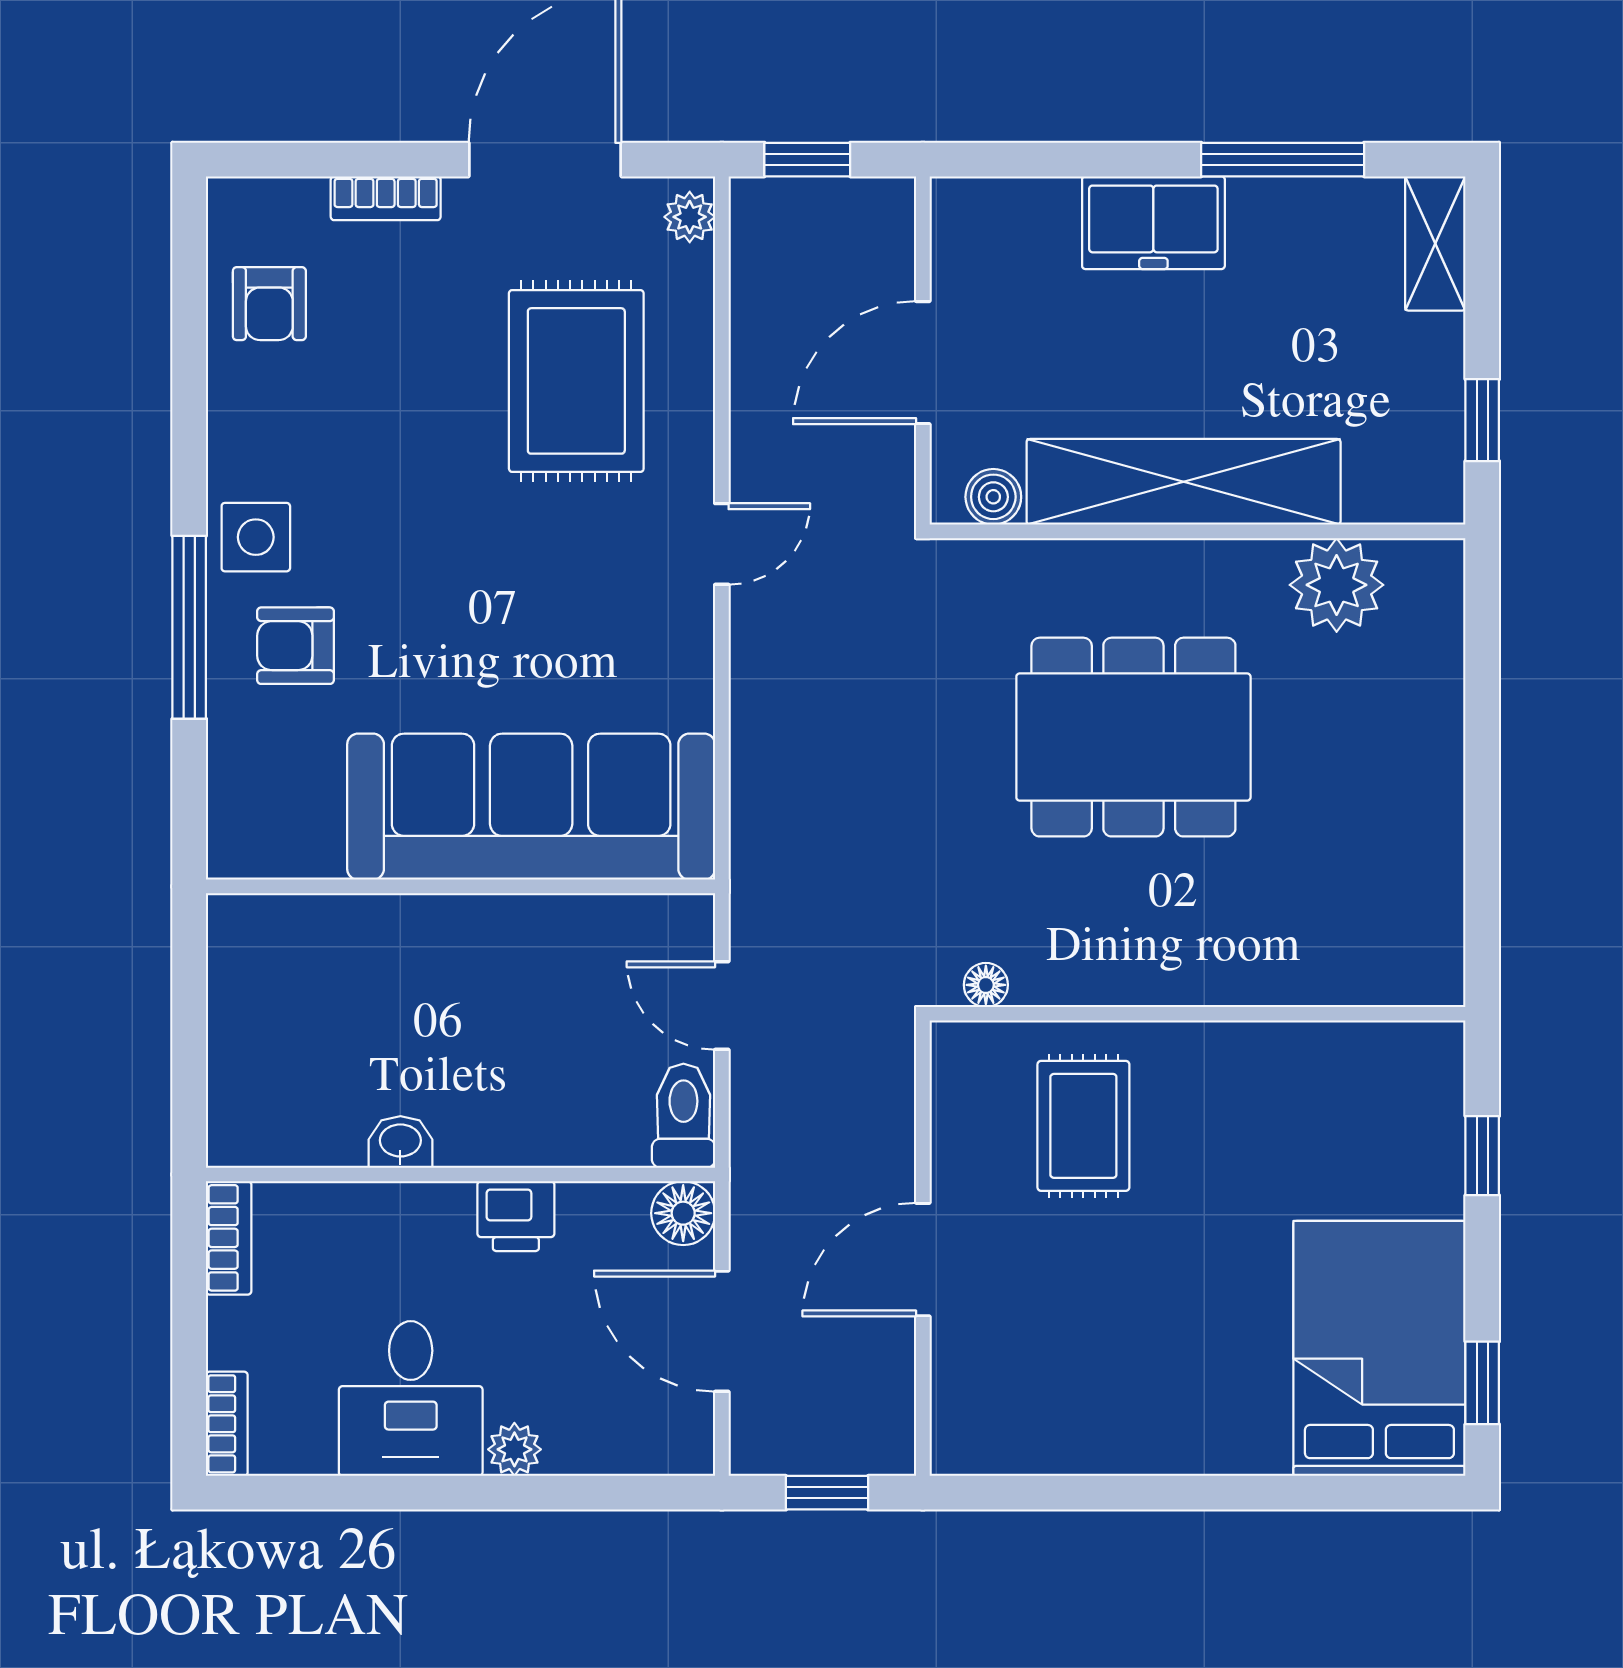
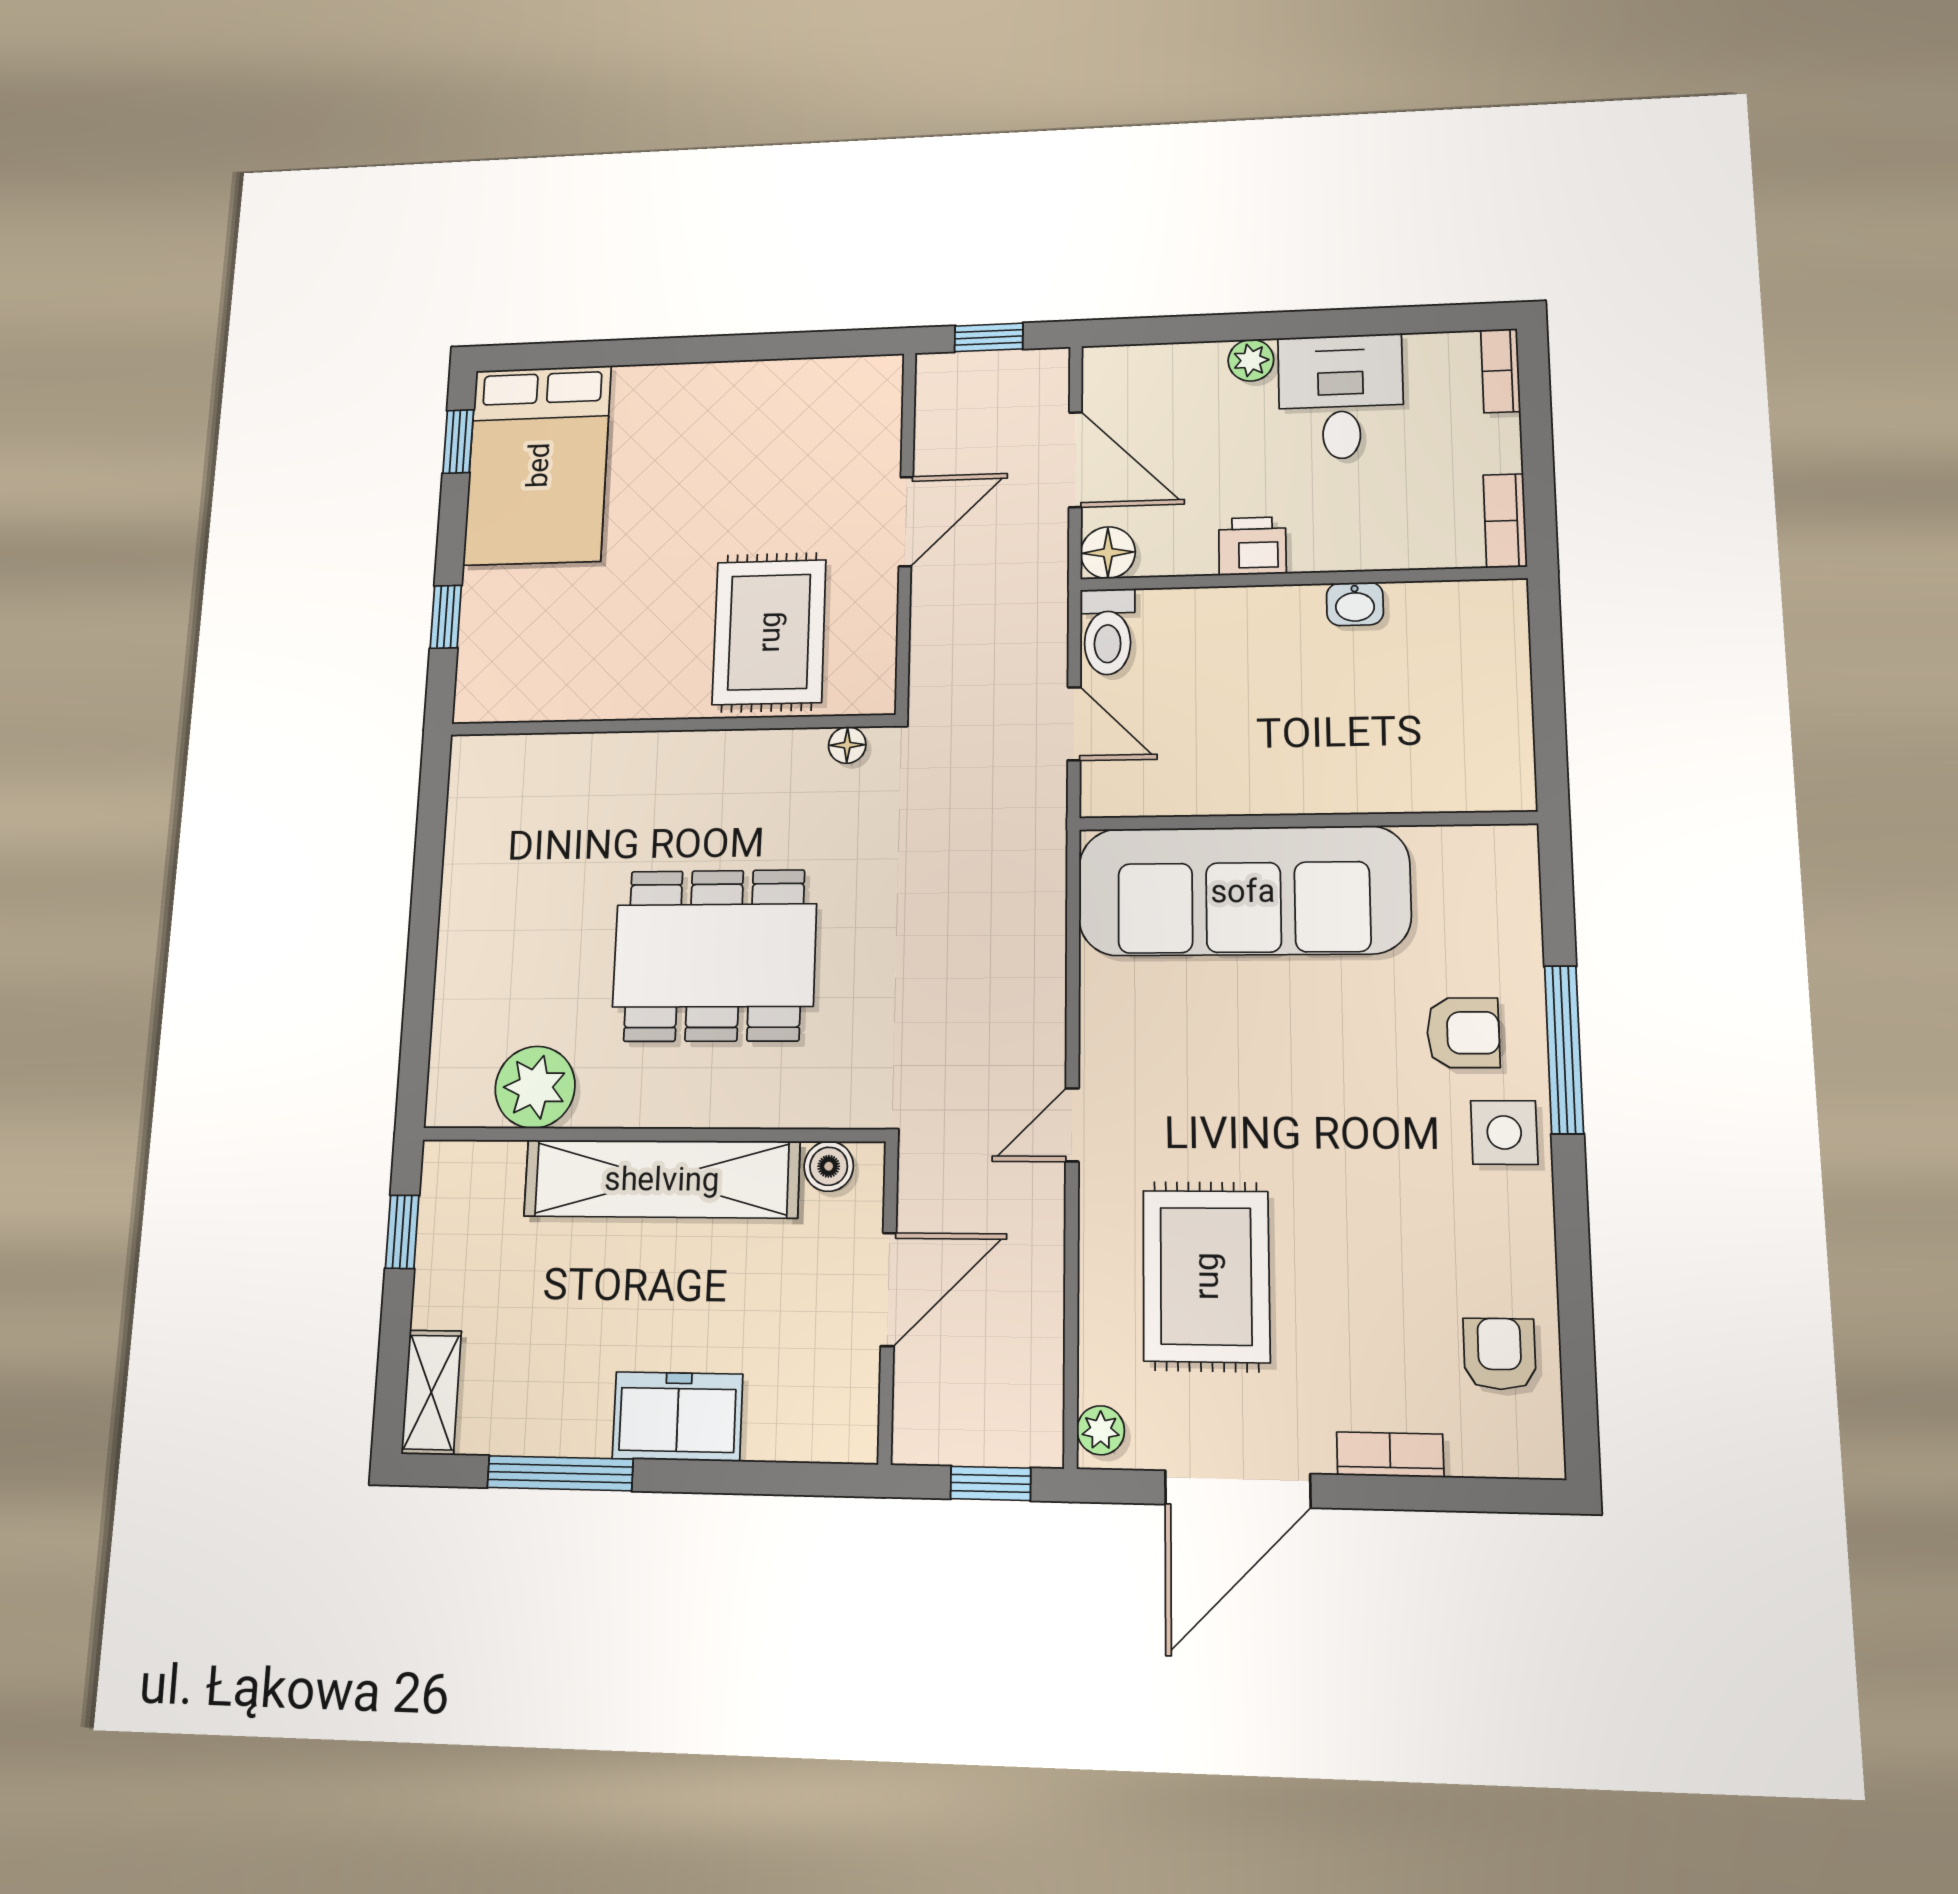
rug: (1083, 1126) -> (769, 632), width x1.36, depth x1.43

